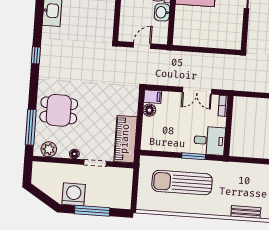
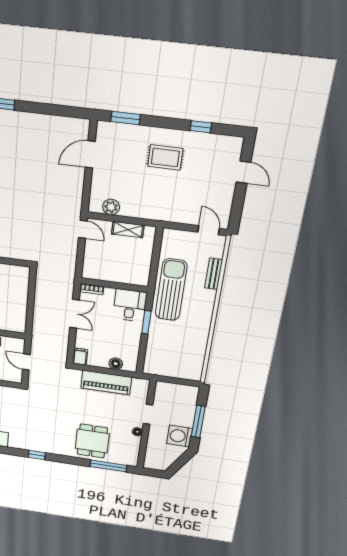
floor lamp: (149, 110) -> (116, 364), moved
piano: (125, 139) -> (106, 383), moved
plant: (49, 149) -> (131, 453), removed
sun lounger: (182, 183) -> (171, 290), moved, turned 180

